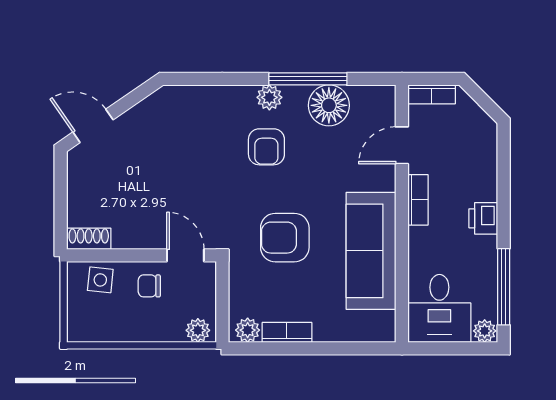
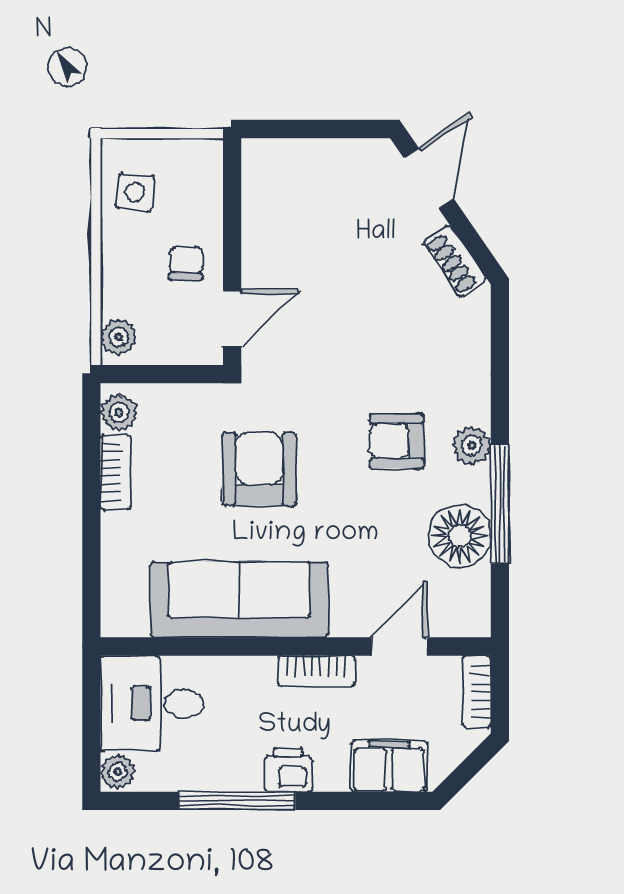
door: (402, 145) -> (399, 647), hinge flipped
filing cabinet: (481, 152) -> (389, 766), added
shoe rack: (89, 239) -> (455, 261), moved, turned 145
side table: (100, 280) -> (135, 192), moved
window: (504, 287) -> (237, 801), moved

